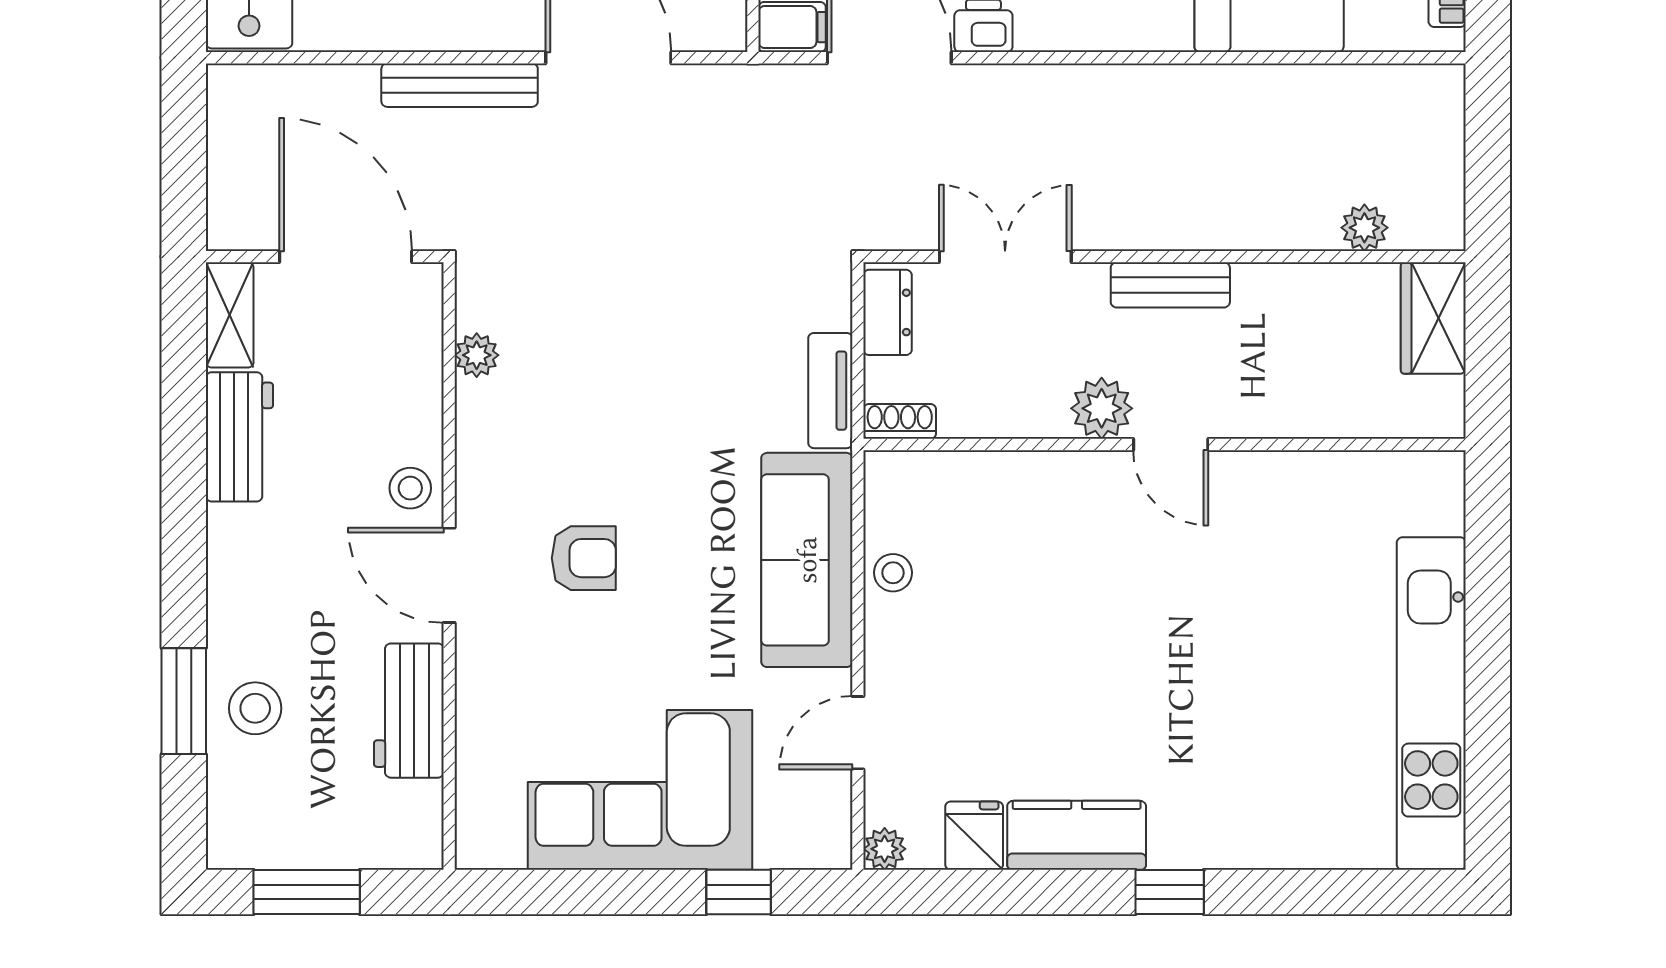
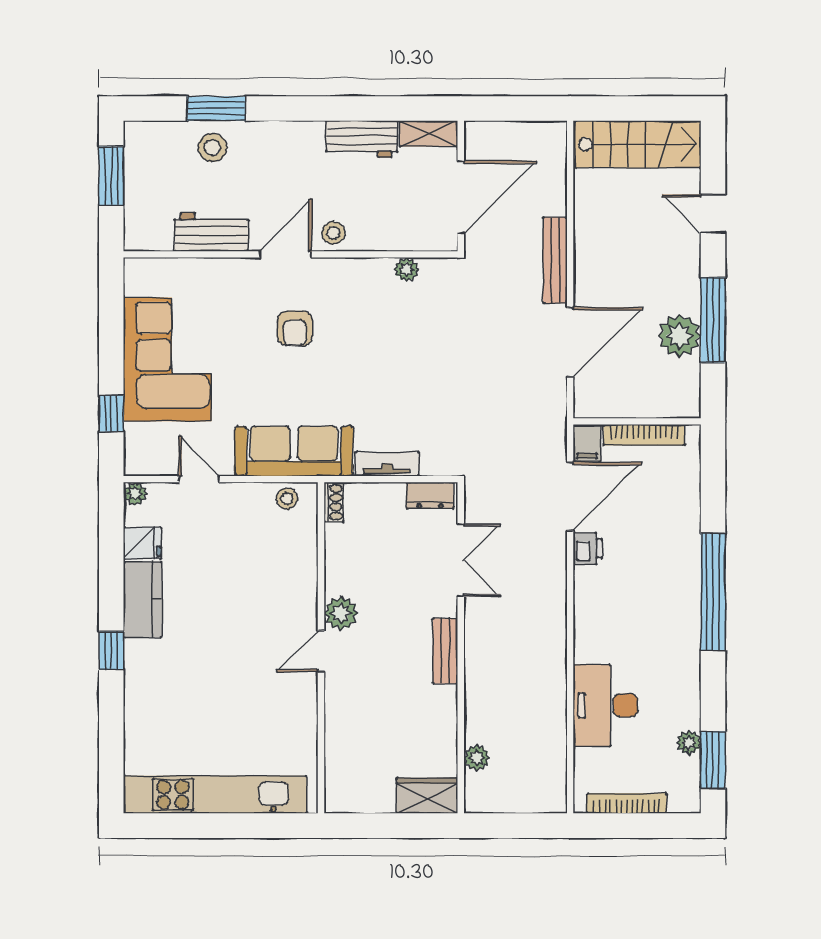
plant: (1102, 408) -> (341, 613), moved
shoe rack: (900, 421) -> (334, 502), moved
wall: (1165, 445) -> (321, 648), moved
door: (1171, 445) -> (321, 651), moved

